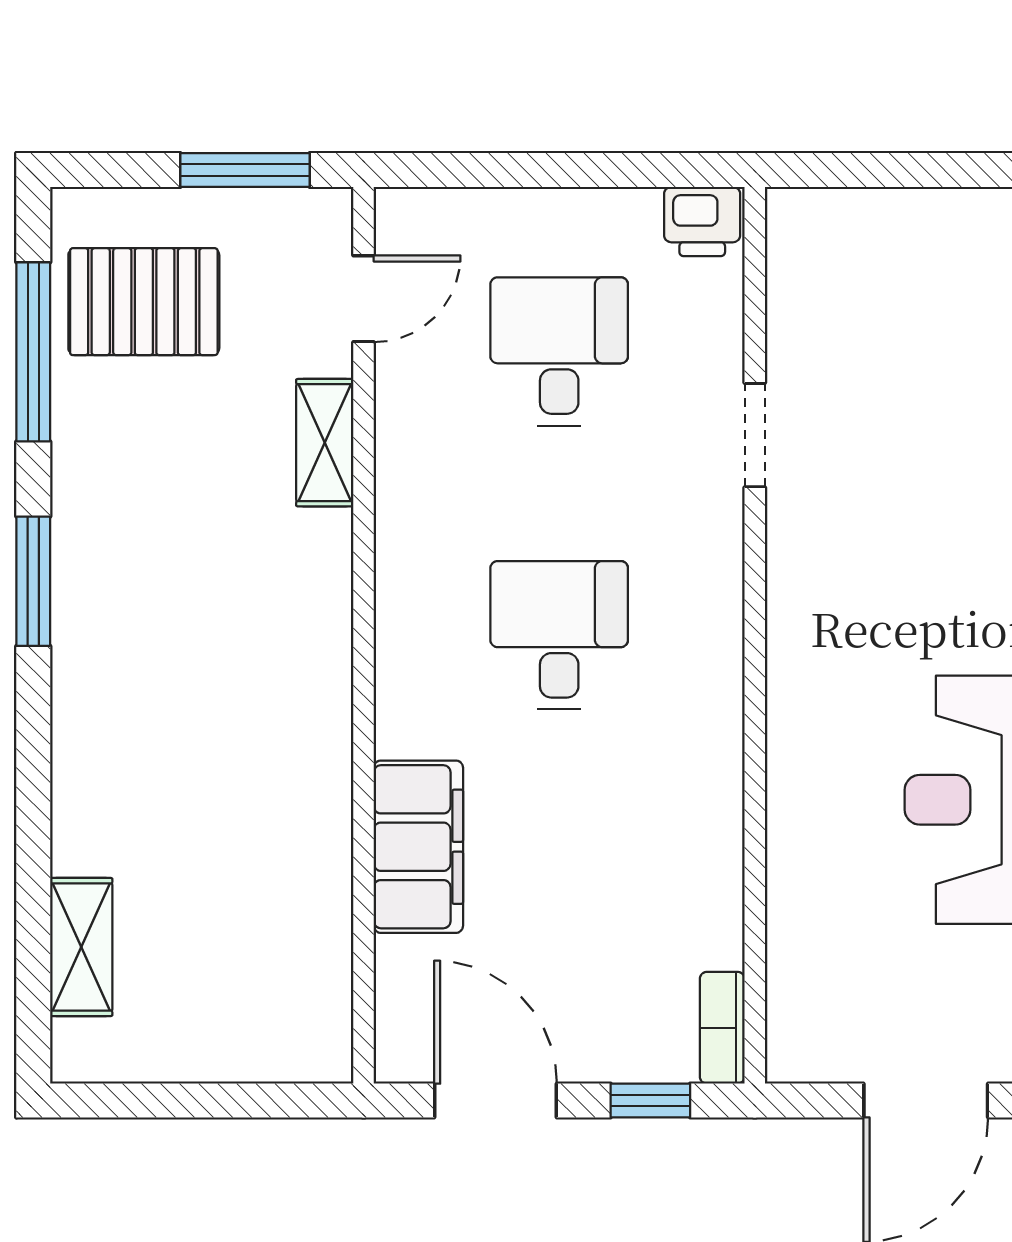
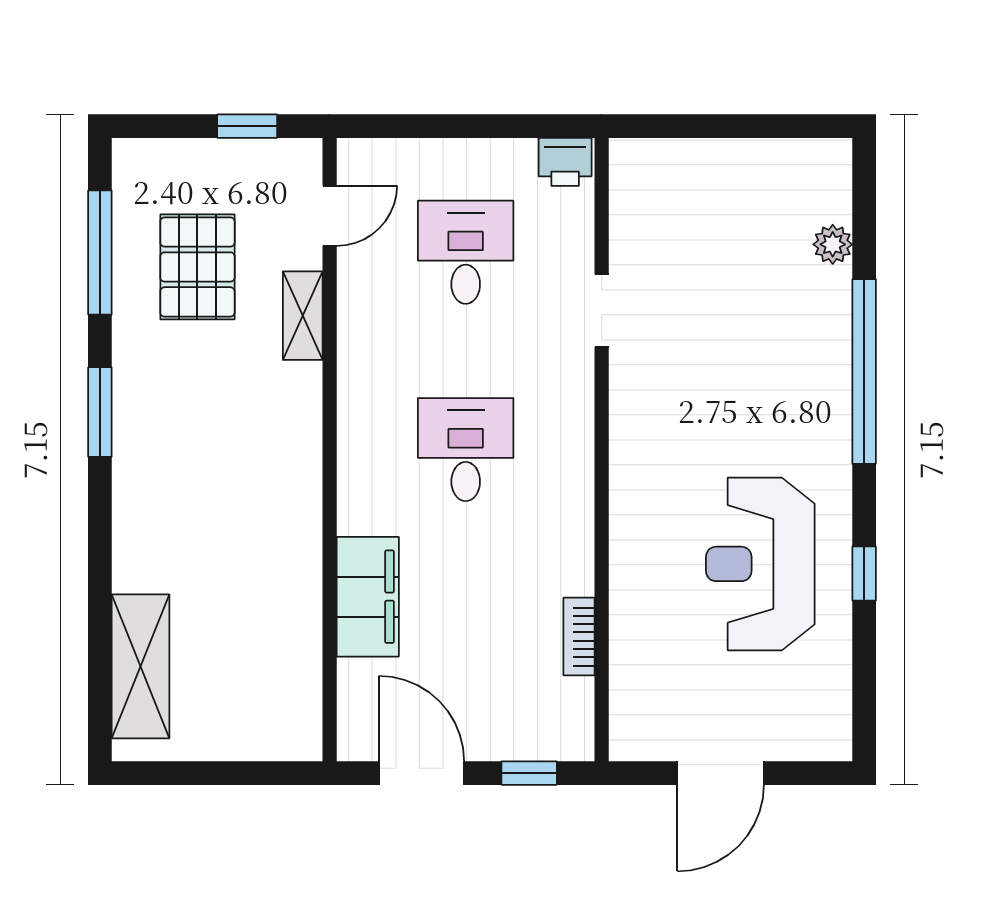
window: (245, 170) -> (247, 126), width x0.67
pallet: (144, 302) -> (197, 267), moved, turned 90
shelving: (81, 947) -> (141, 666), width x1.50, depth x1.33
bookcase: (722, 1028) -> (579, 637), moved

